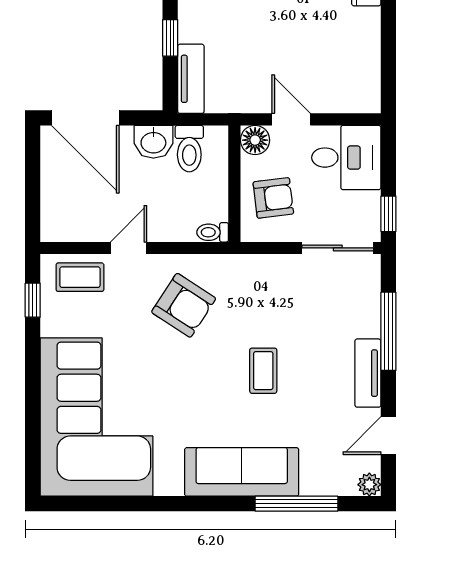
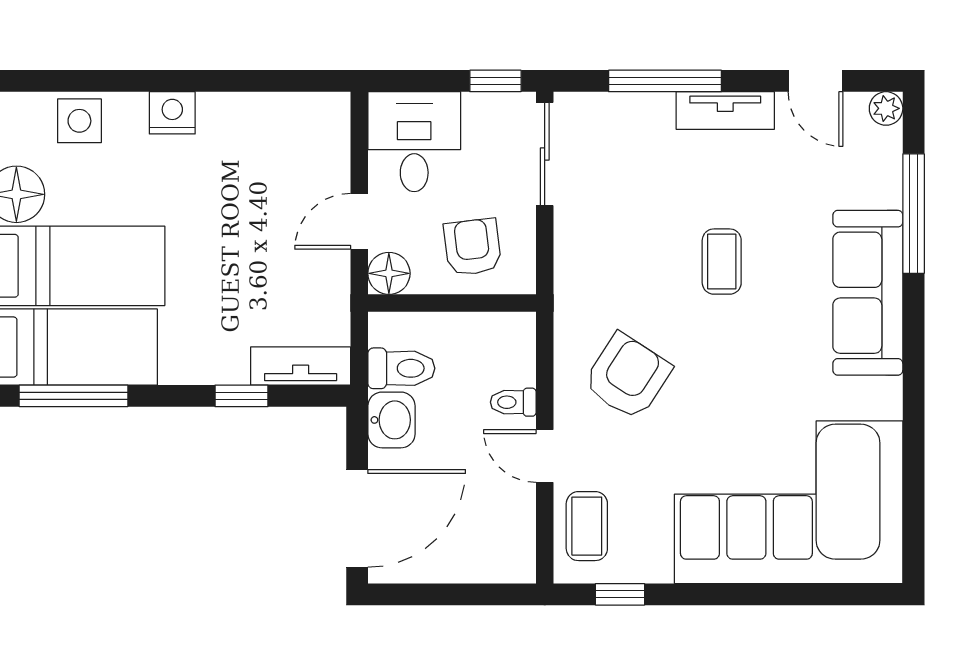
toilet: (213, 232) -> (513, 402), moved, turned 90
coffee table: (263, 371) -> (722, 262), turned 90

